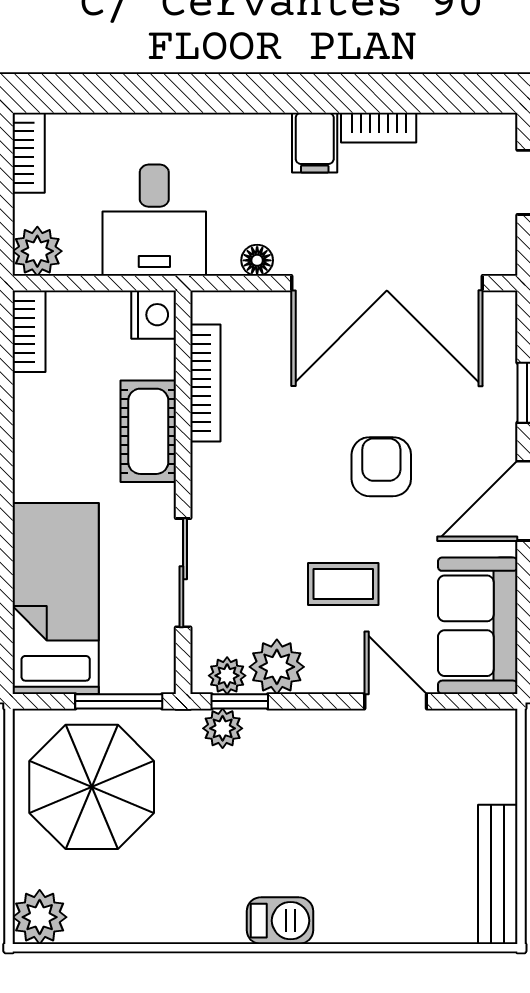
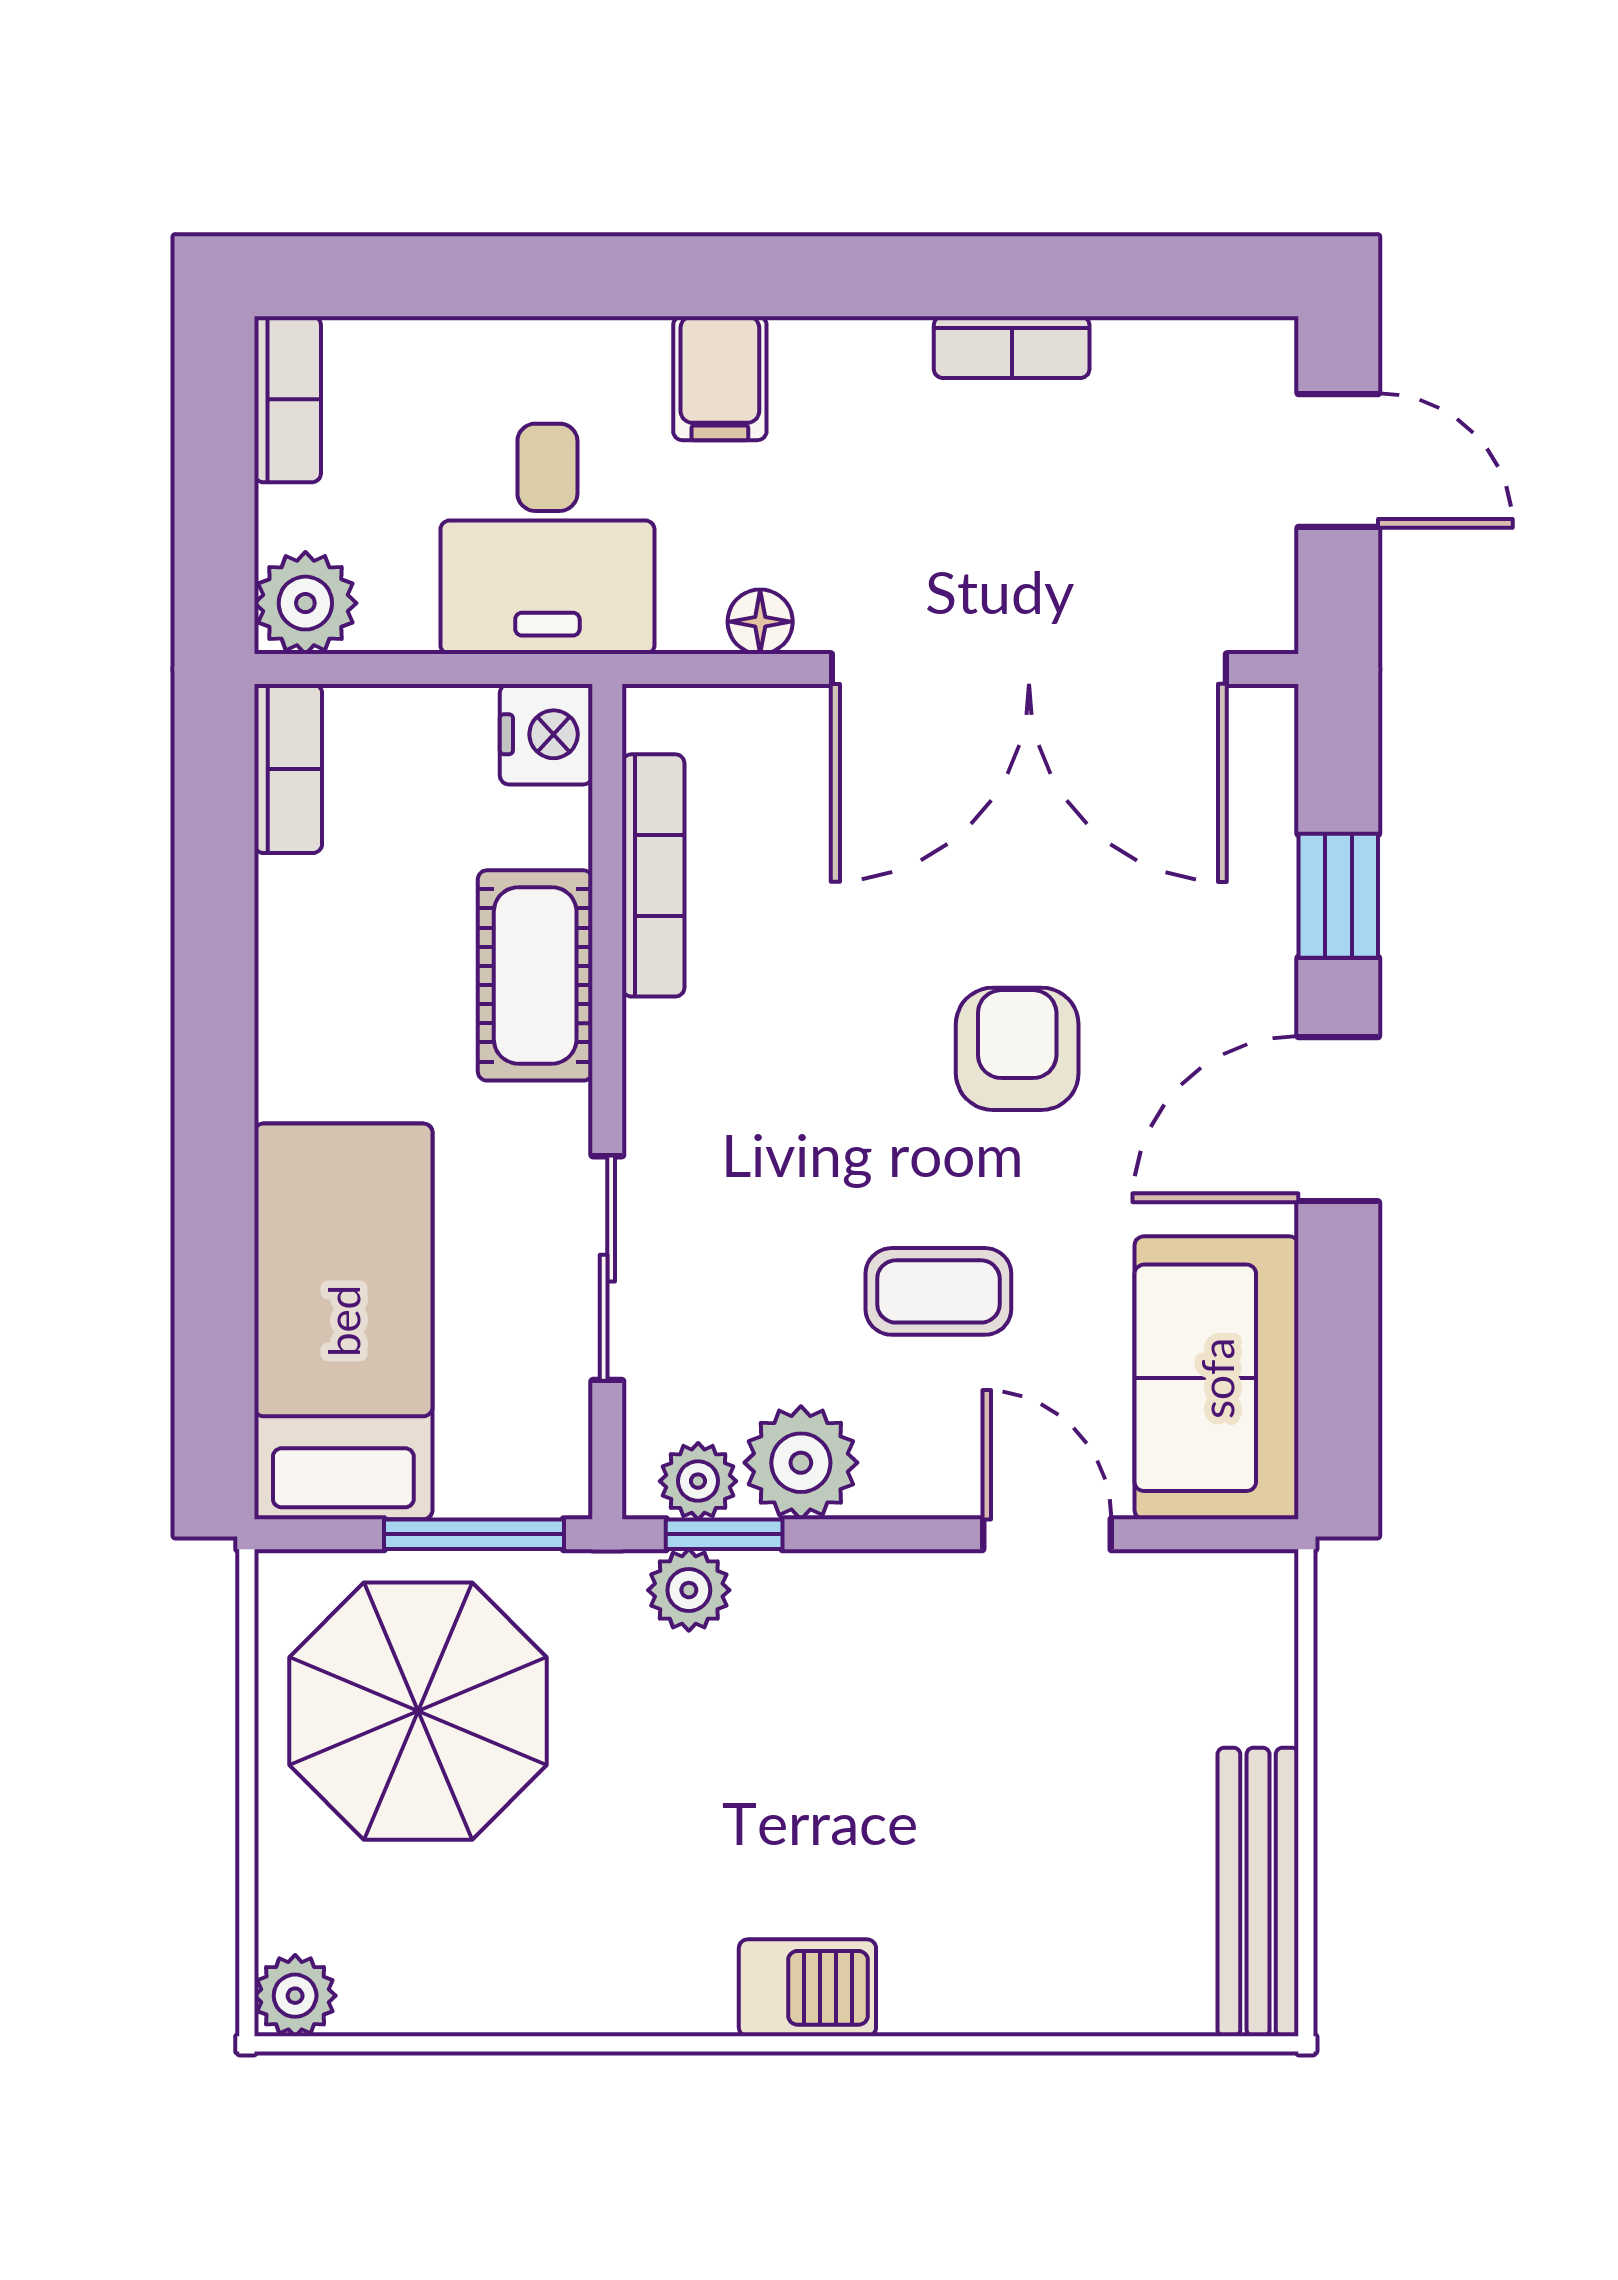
filing cabinet: (315, 143) -> (720, 378), moved
plant: (40, 917) -> (295, 1996), width x0.73, depth x0.73

